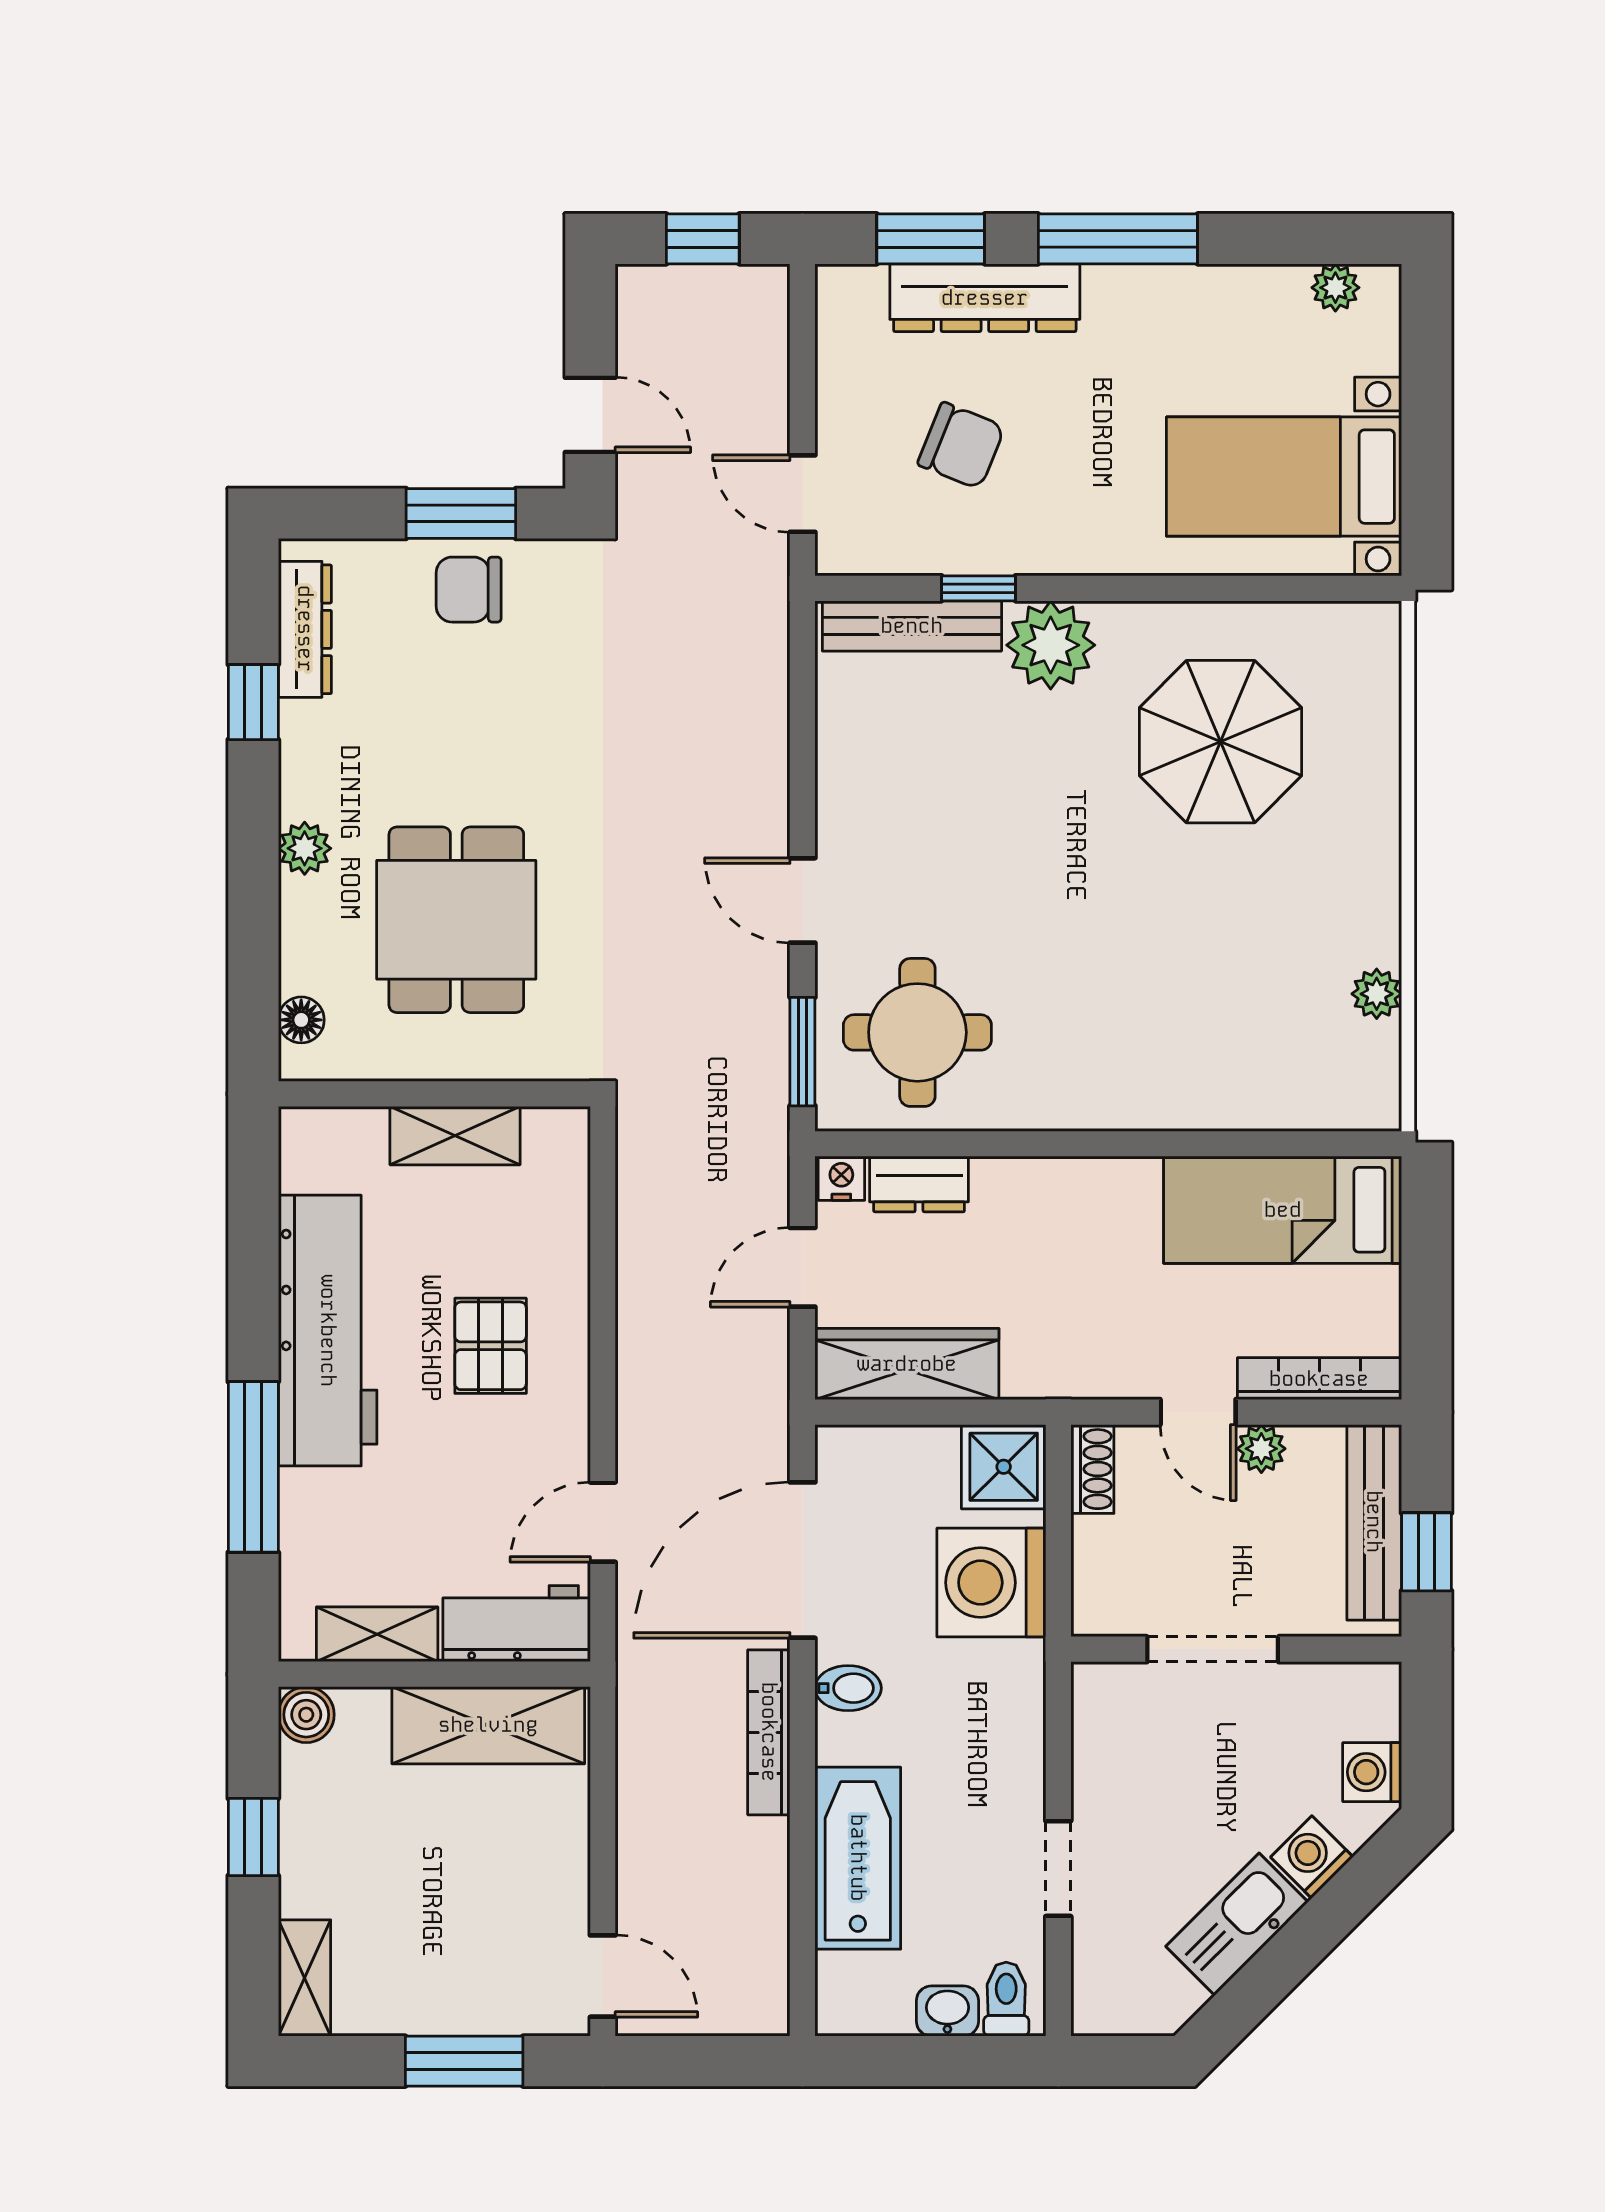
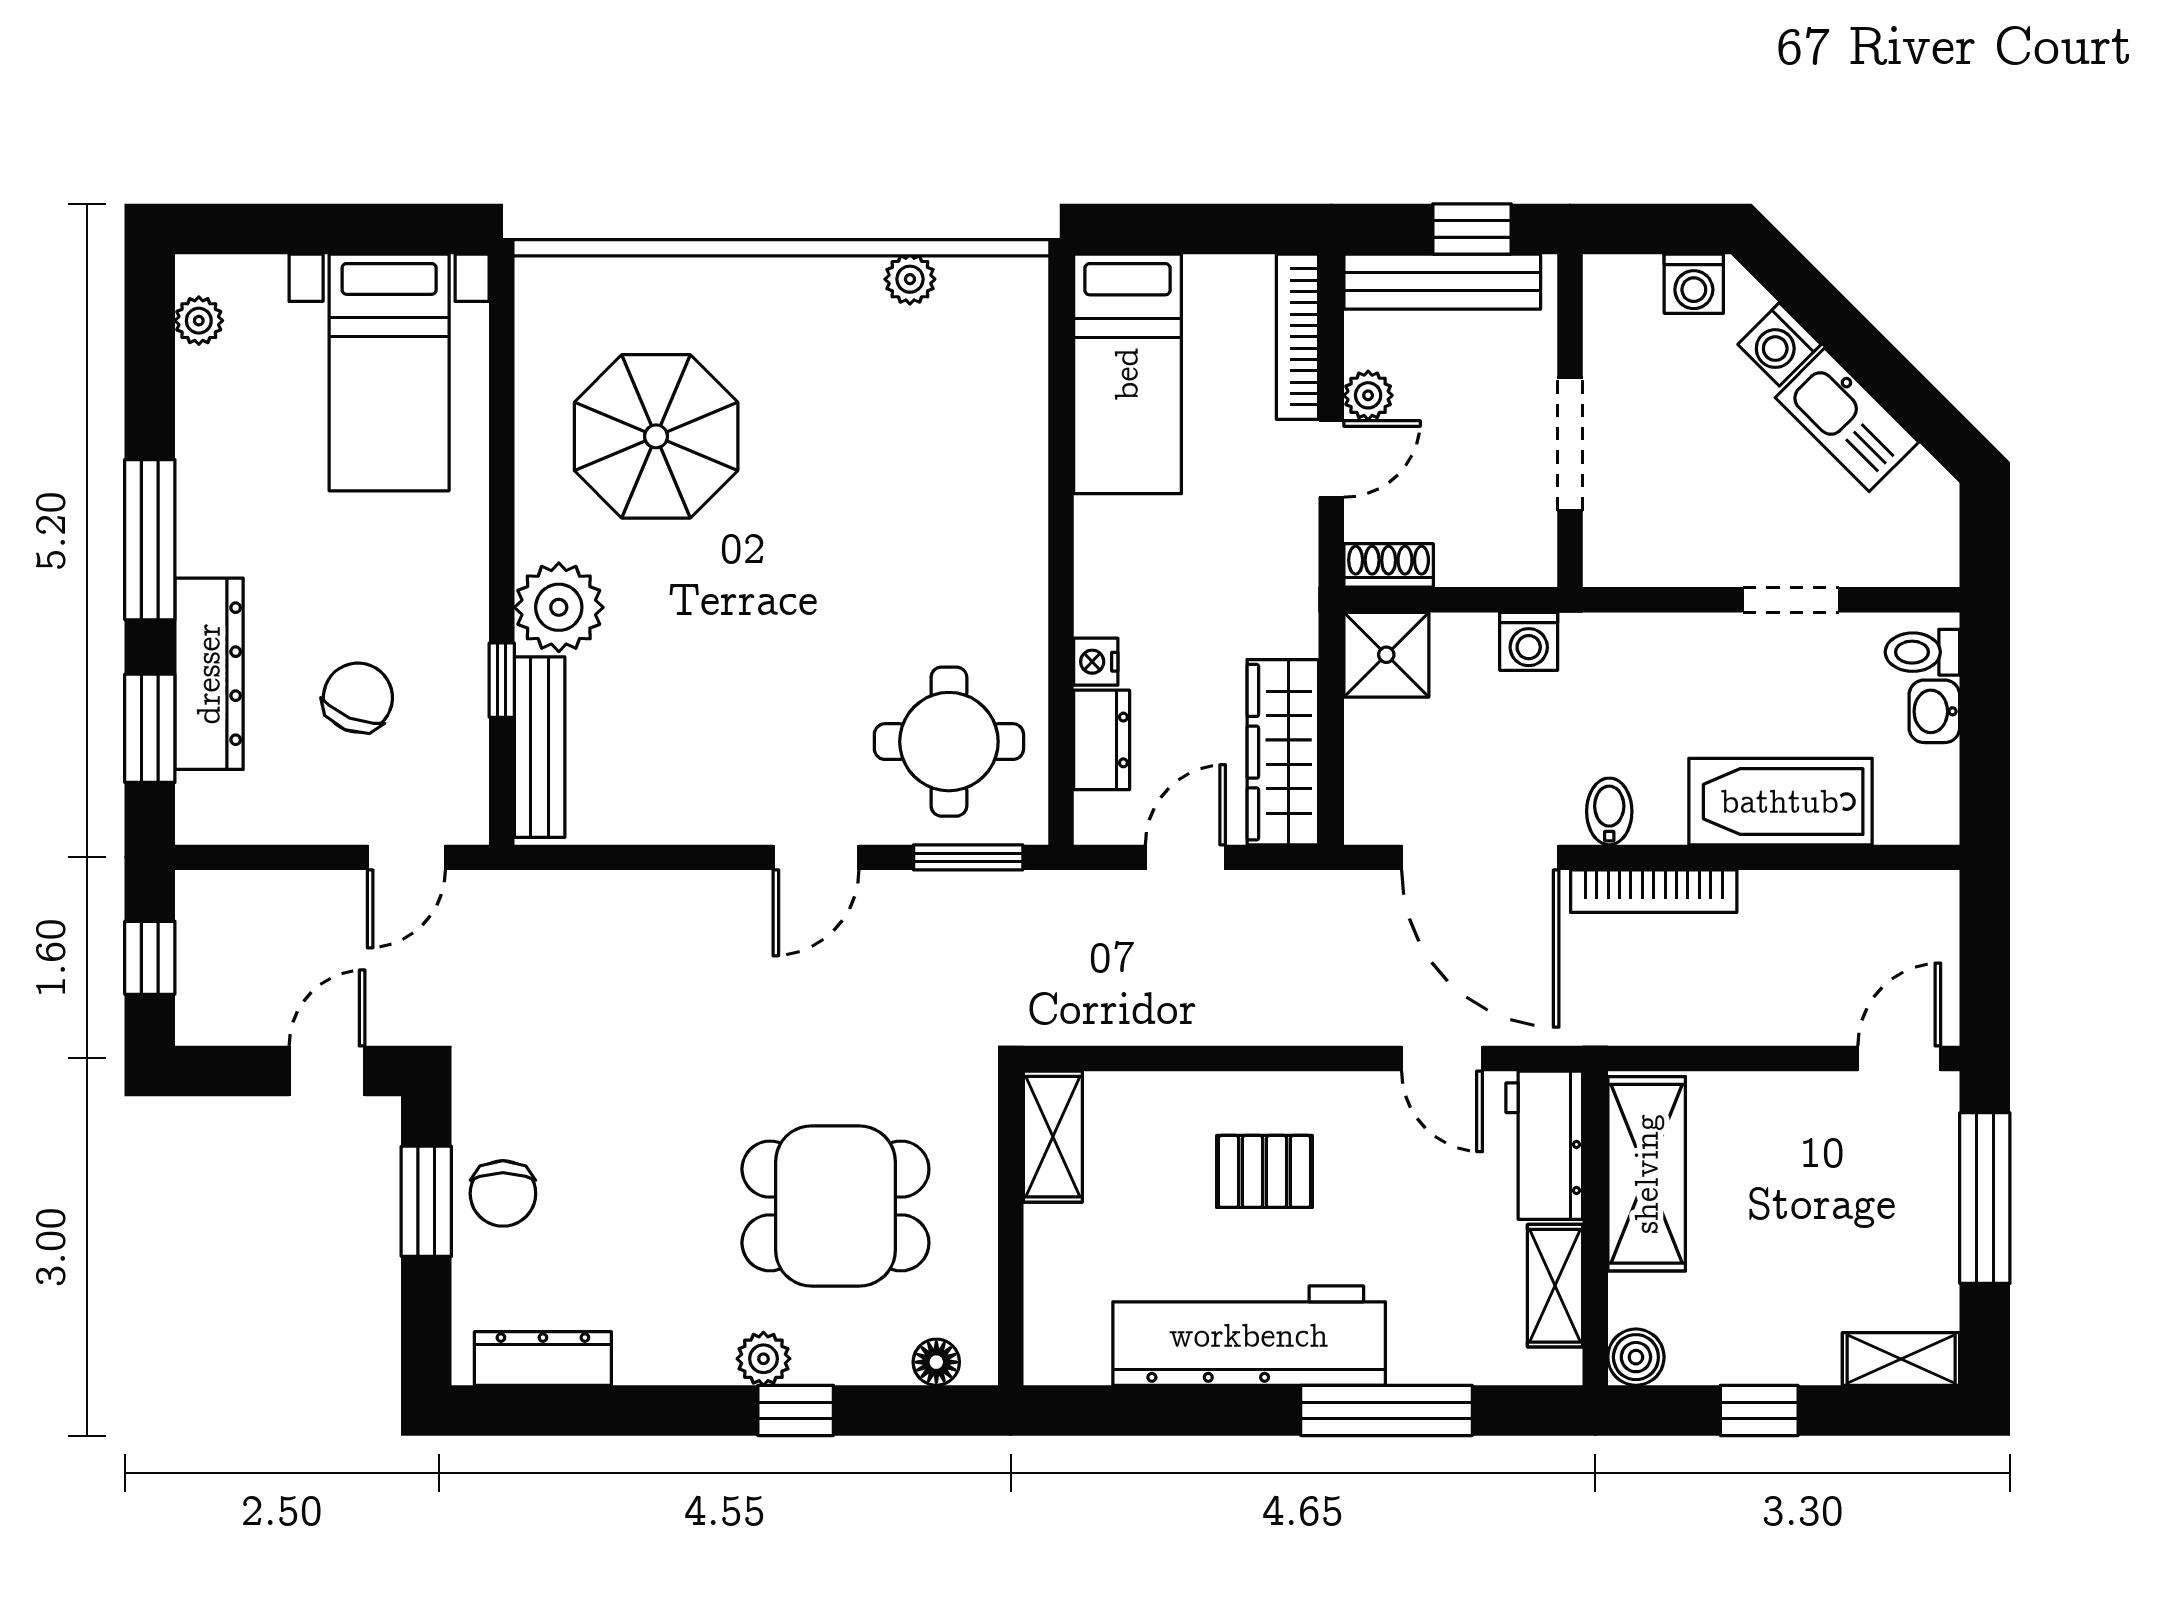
window: (253, 702) -> (796, 1410), moved
shelving: (455, 1136) -> (1053, 1137), moved
nightstand: (841, 1178) -> (1096, 662), moved
door: (802, 1267) -> (1185, 857), swing flipped
washing machine: (991, 1583) -> (1529, 641), width x0.53, depth x0.53
window: (464, 2061) -> (1985, 1198), width x1.44

